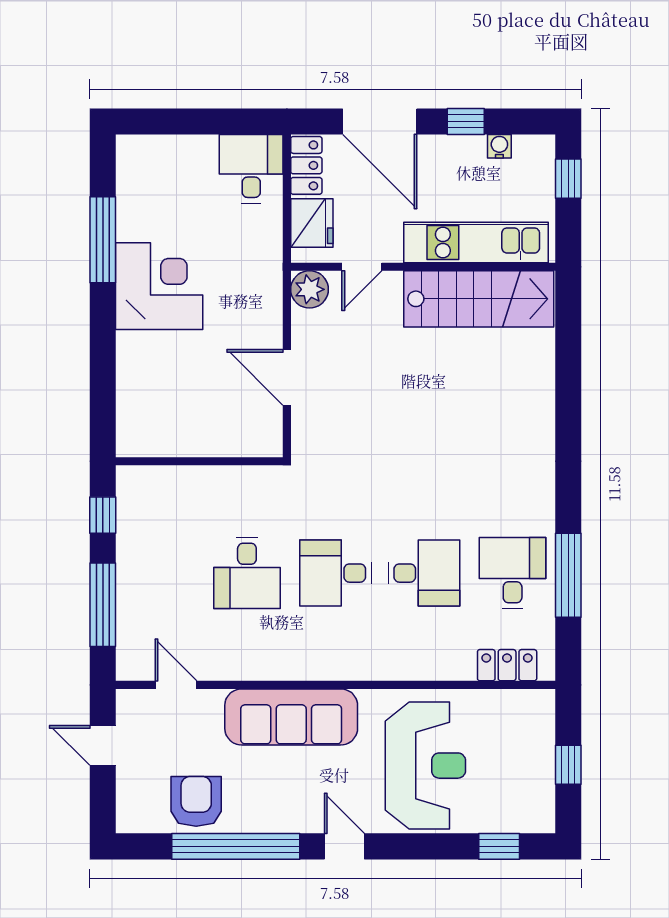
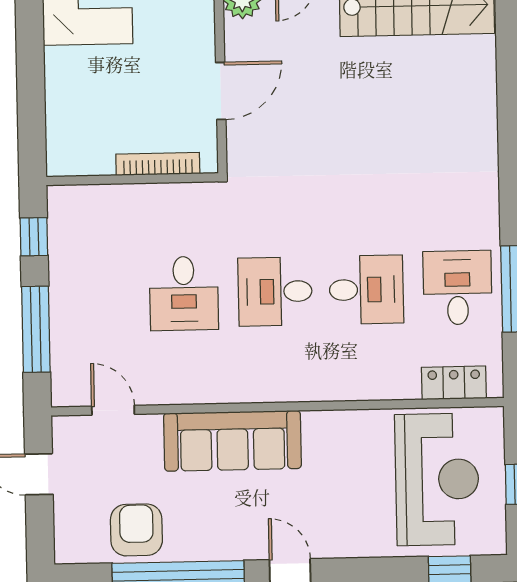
door: (287, 377) -> (221, 91), swing flipped
bookcase: (224, 447) -> (158, 164), added
reception desk: (425, 766) -> (437, 479), moved

